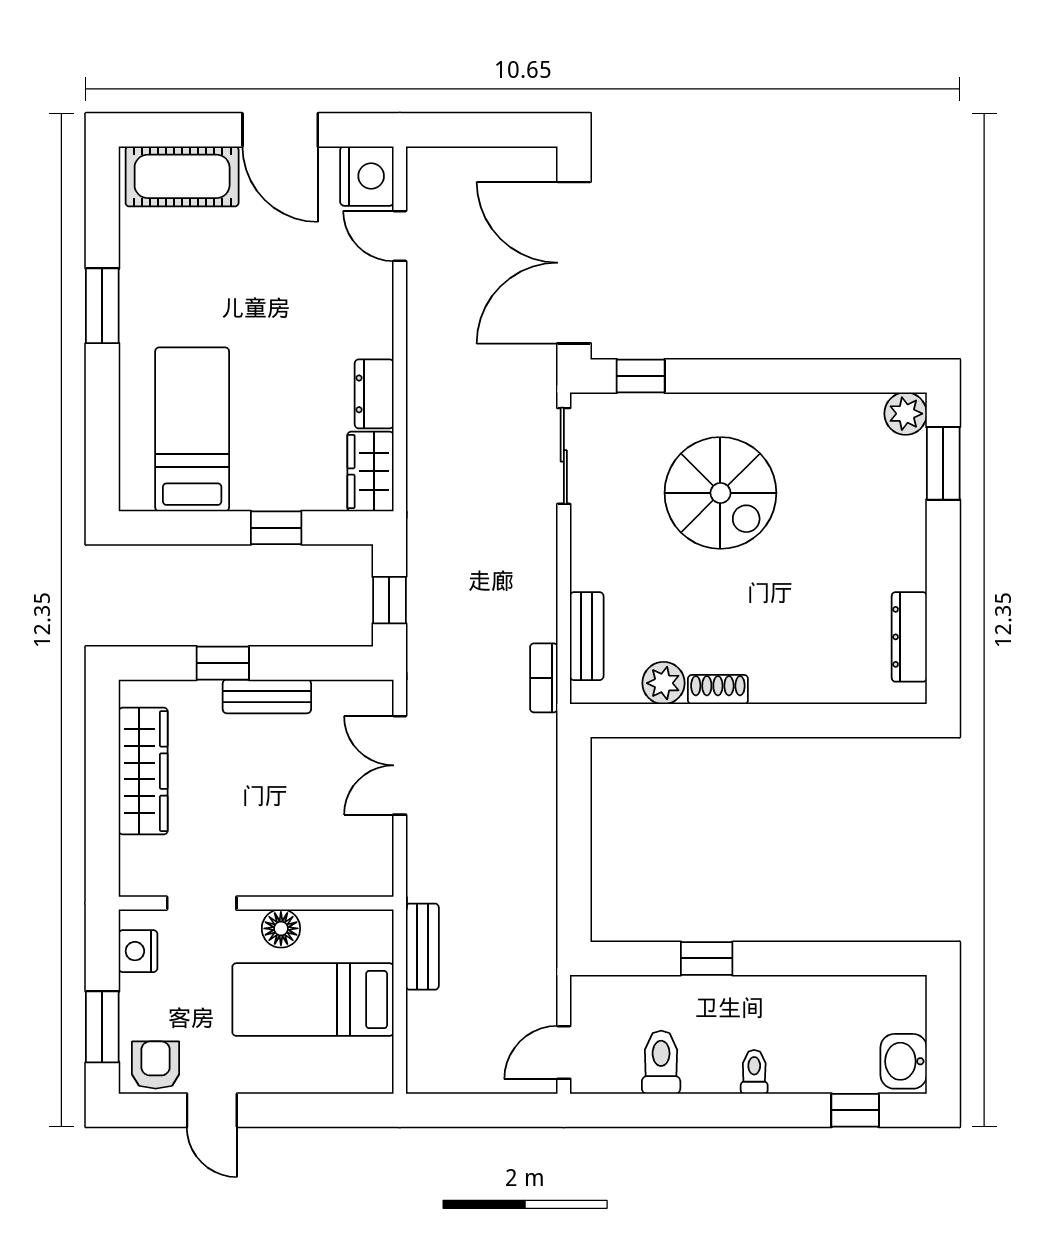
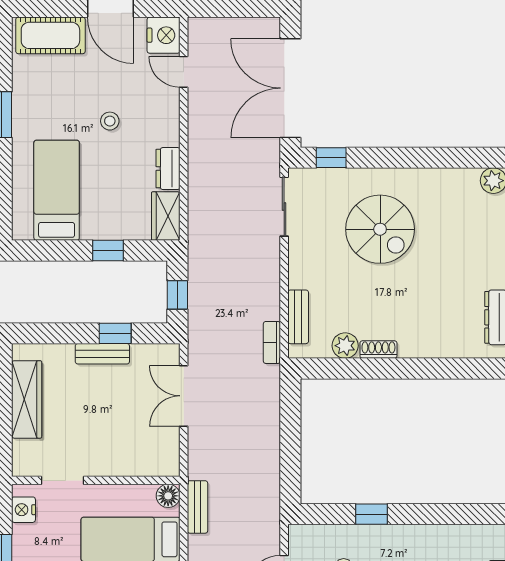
stool: (279, 316) -> (110, 121), added
window: (223, 663) -> (115, 333), moved
floor lamp: (281, 928) -> (168, 496), moved

